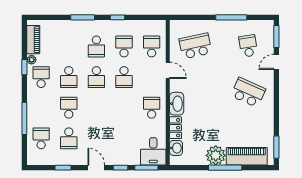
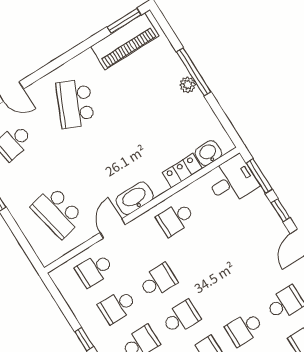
washbasin: (177, 104) -> (135, 198), moved
plant: (216, 155) -> (188, 85), width x0.53, depth x0.53
piano: (247, 156) -> (125, 41), moved, turned -90

